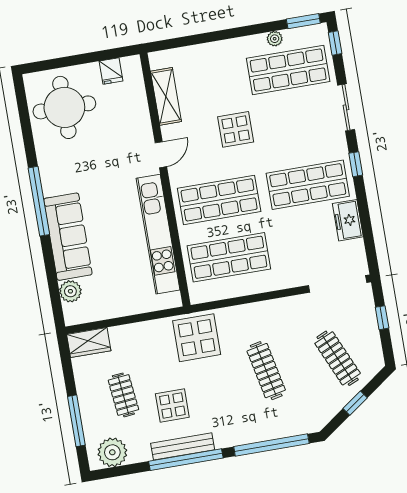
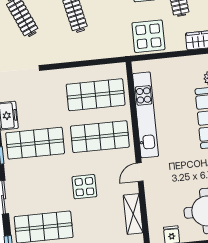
display table: (197, 338) -> (148, 36), moved

